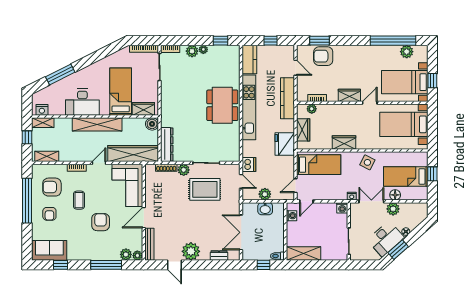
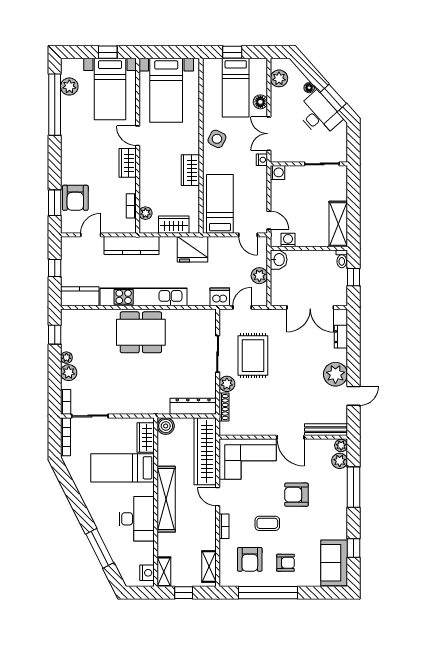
washbasin: (265, 209) -> (279, 260), moved
plant: (393, 209) -> (279, 78), moved

